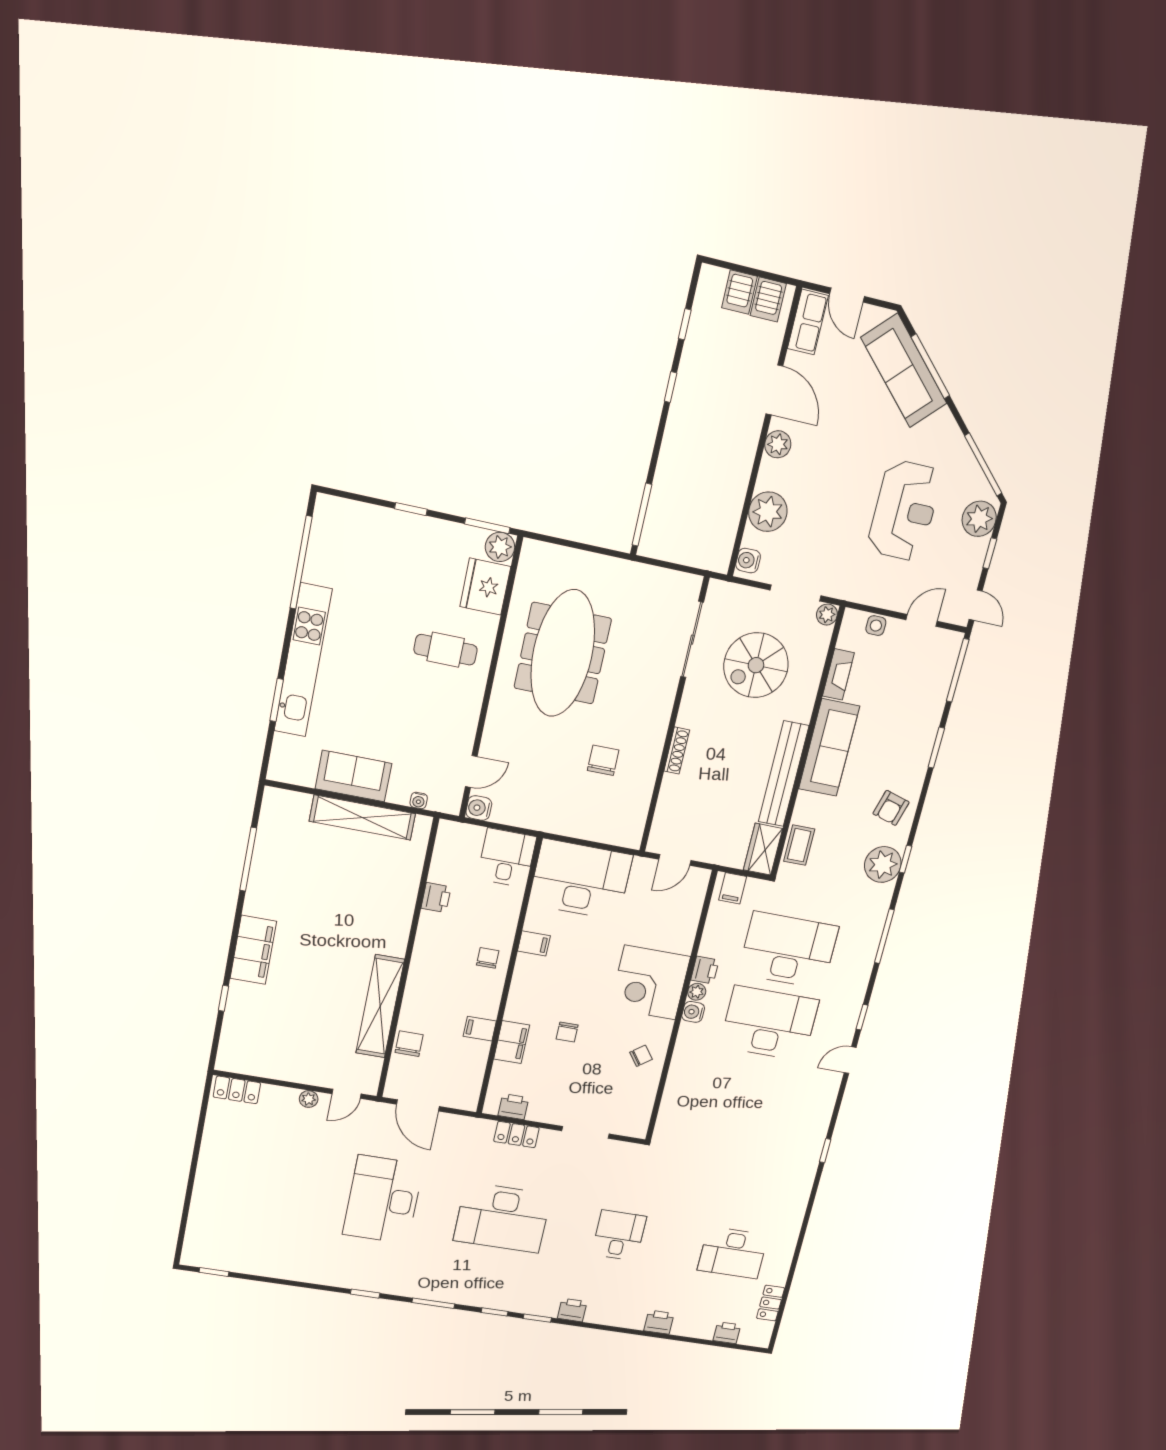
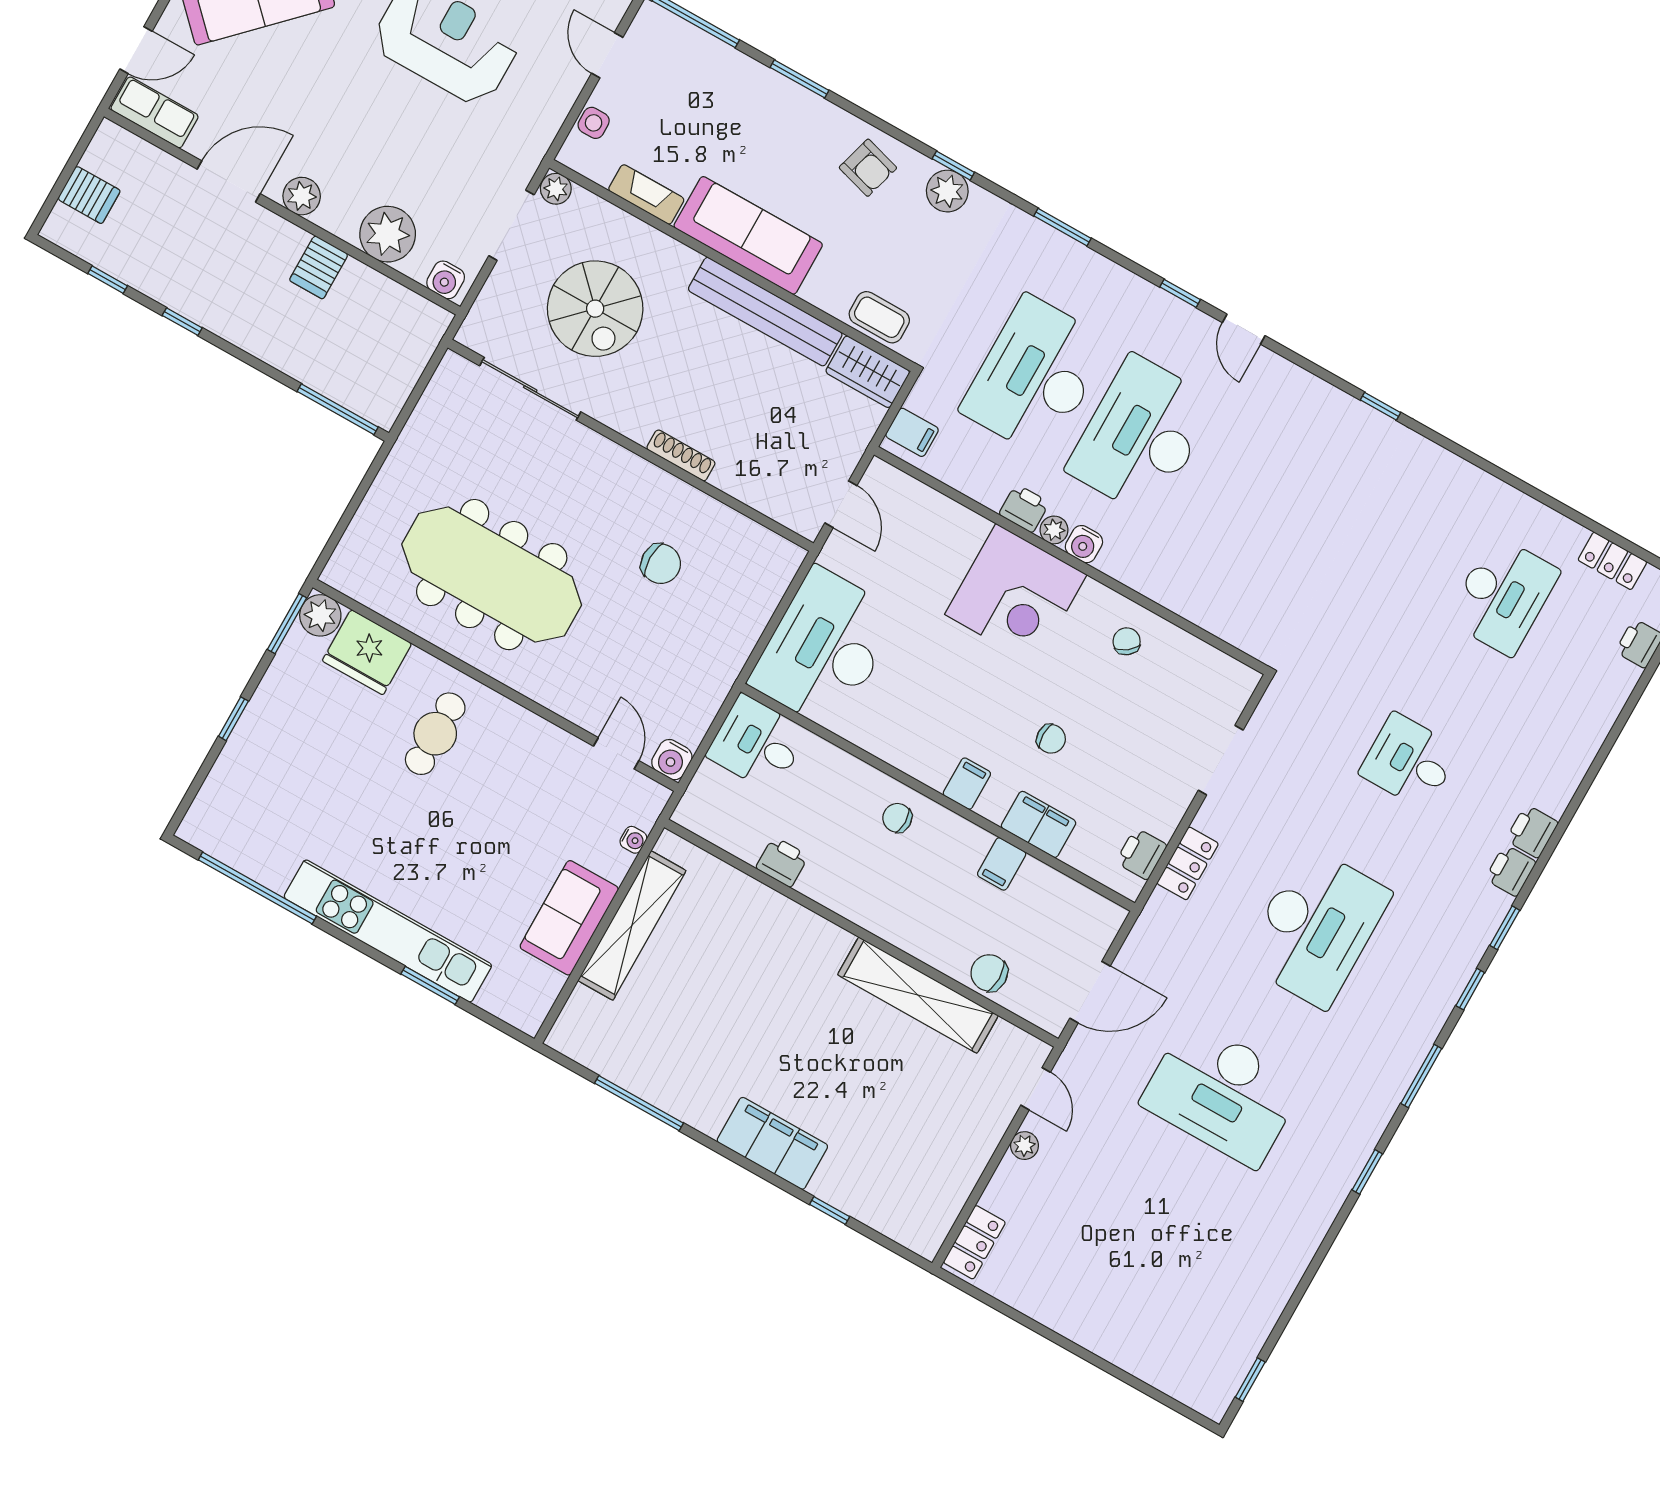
server rack: (768, 300) -> (319, 267), moved, turned 90
chair: (603, 760) -> (661, 564), turned 180
plant: (883, 864) -> (947, 191), width x0.73, depth x0.73
window: (884, 936) -> (1063, 227), width x0.69
filing cabinet: (534, 943) -> (967, 784), moved
printer: (659, 1322) -> (1532, 831), moved

